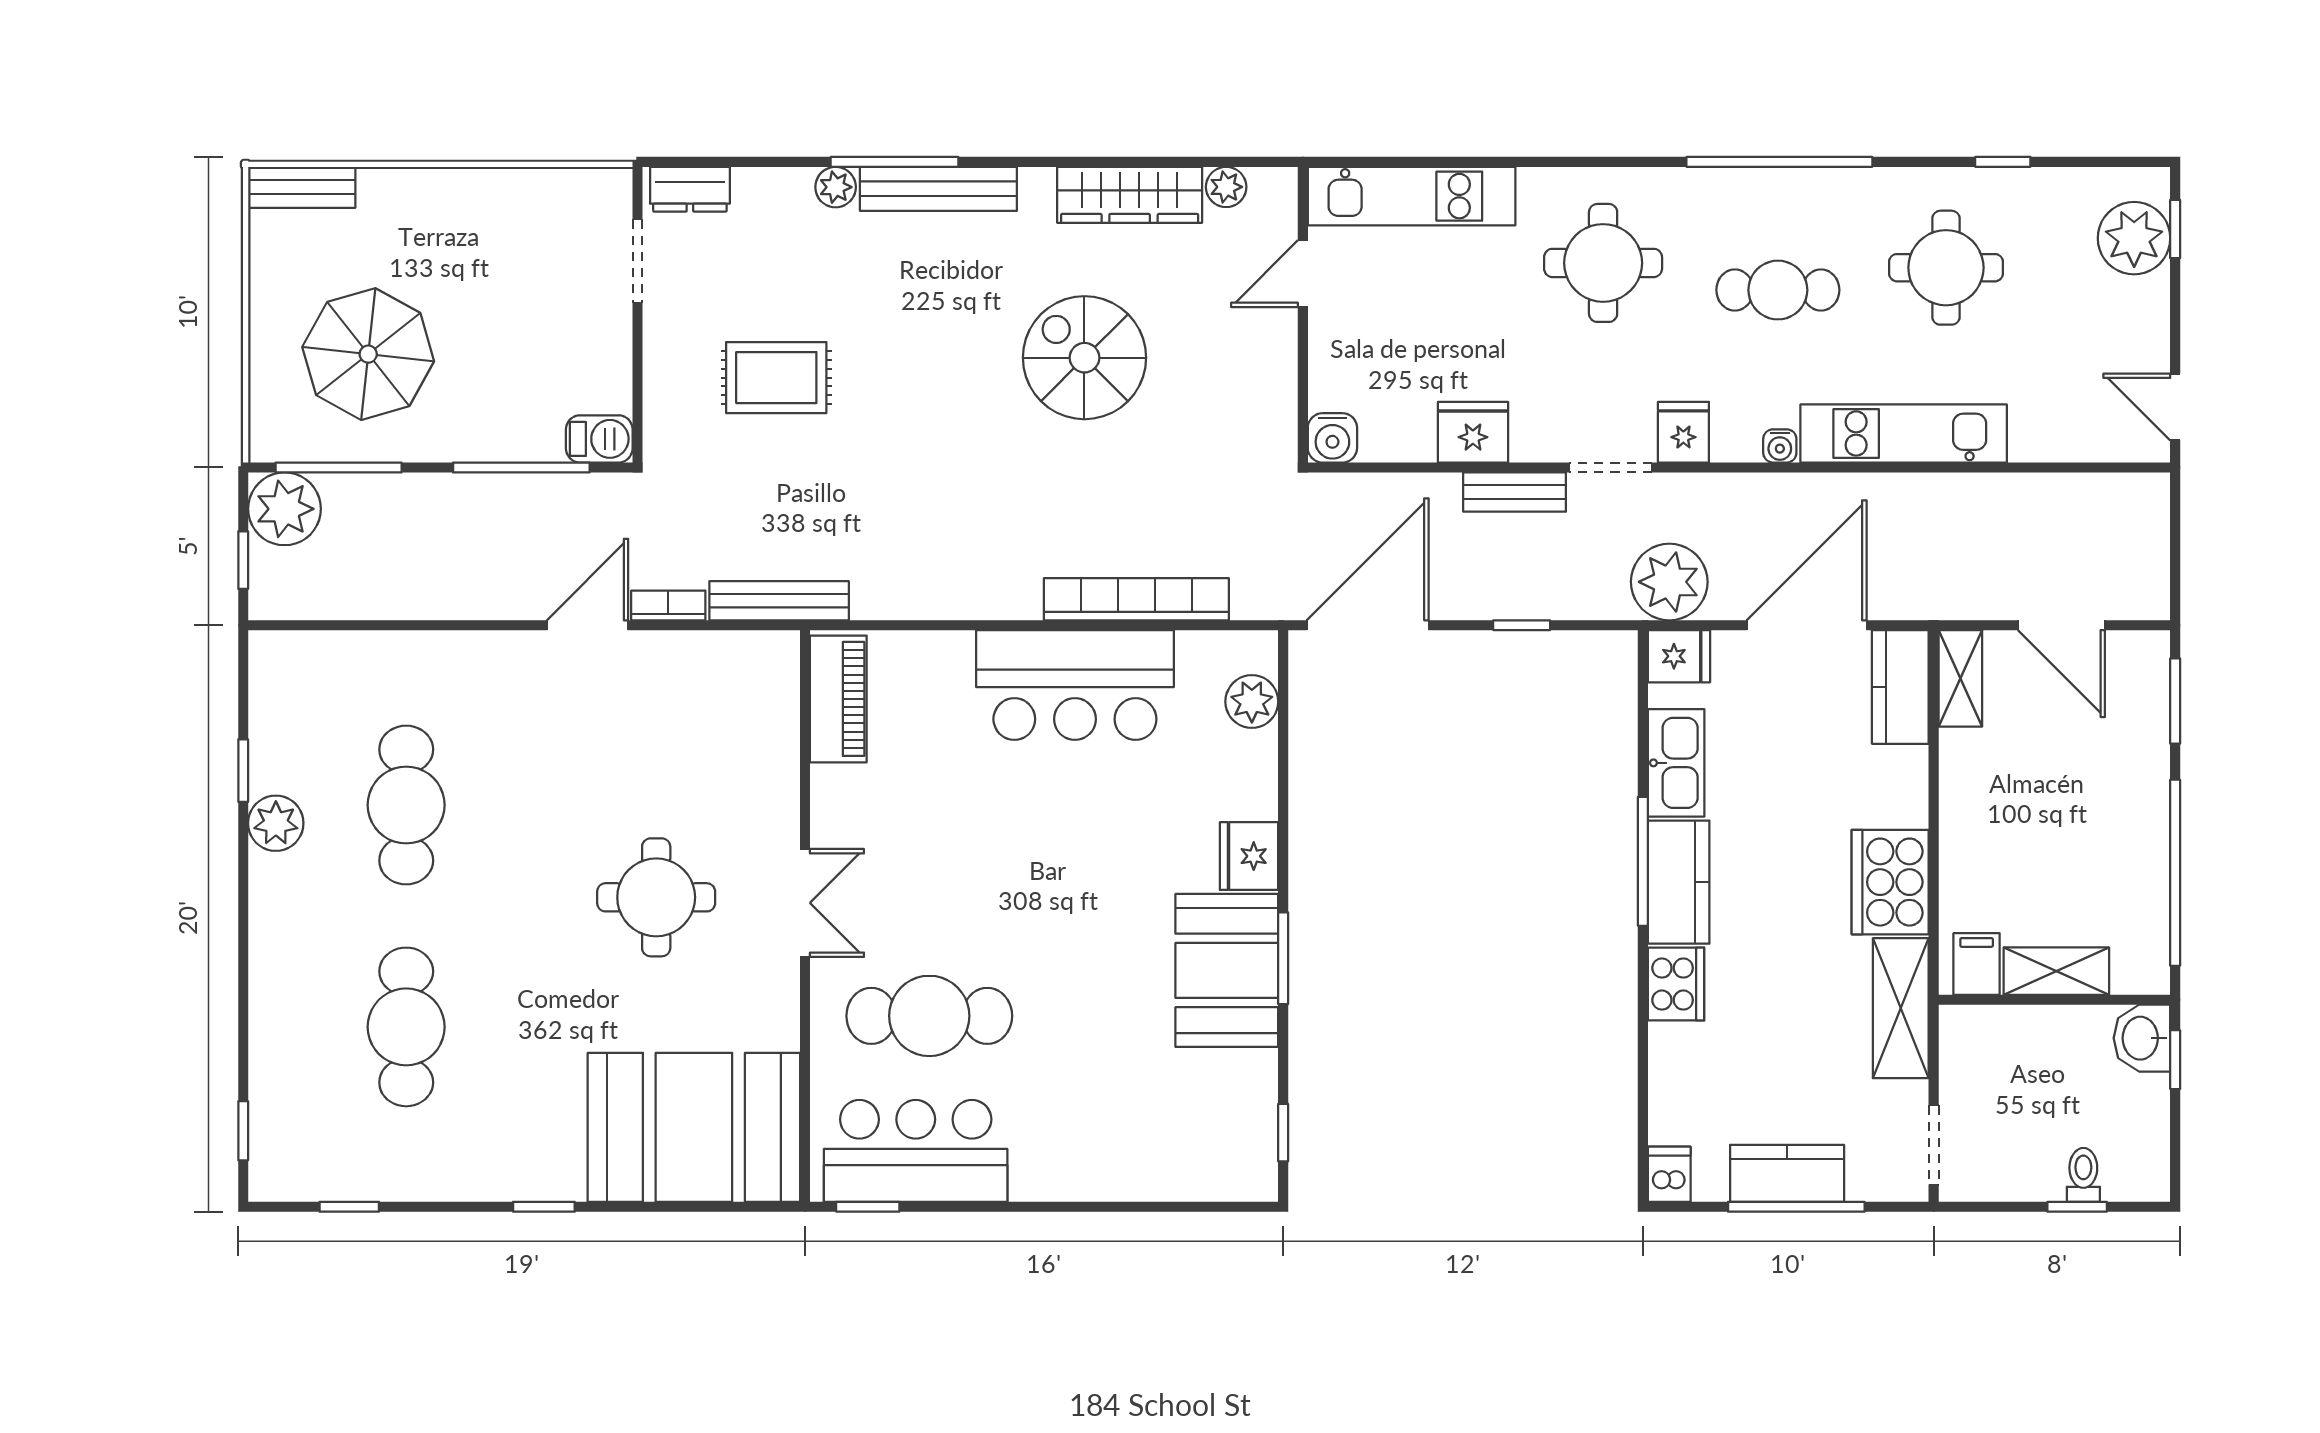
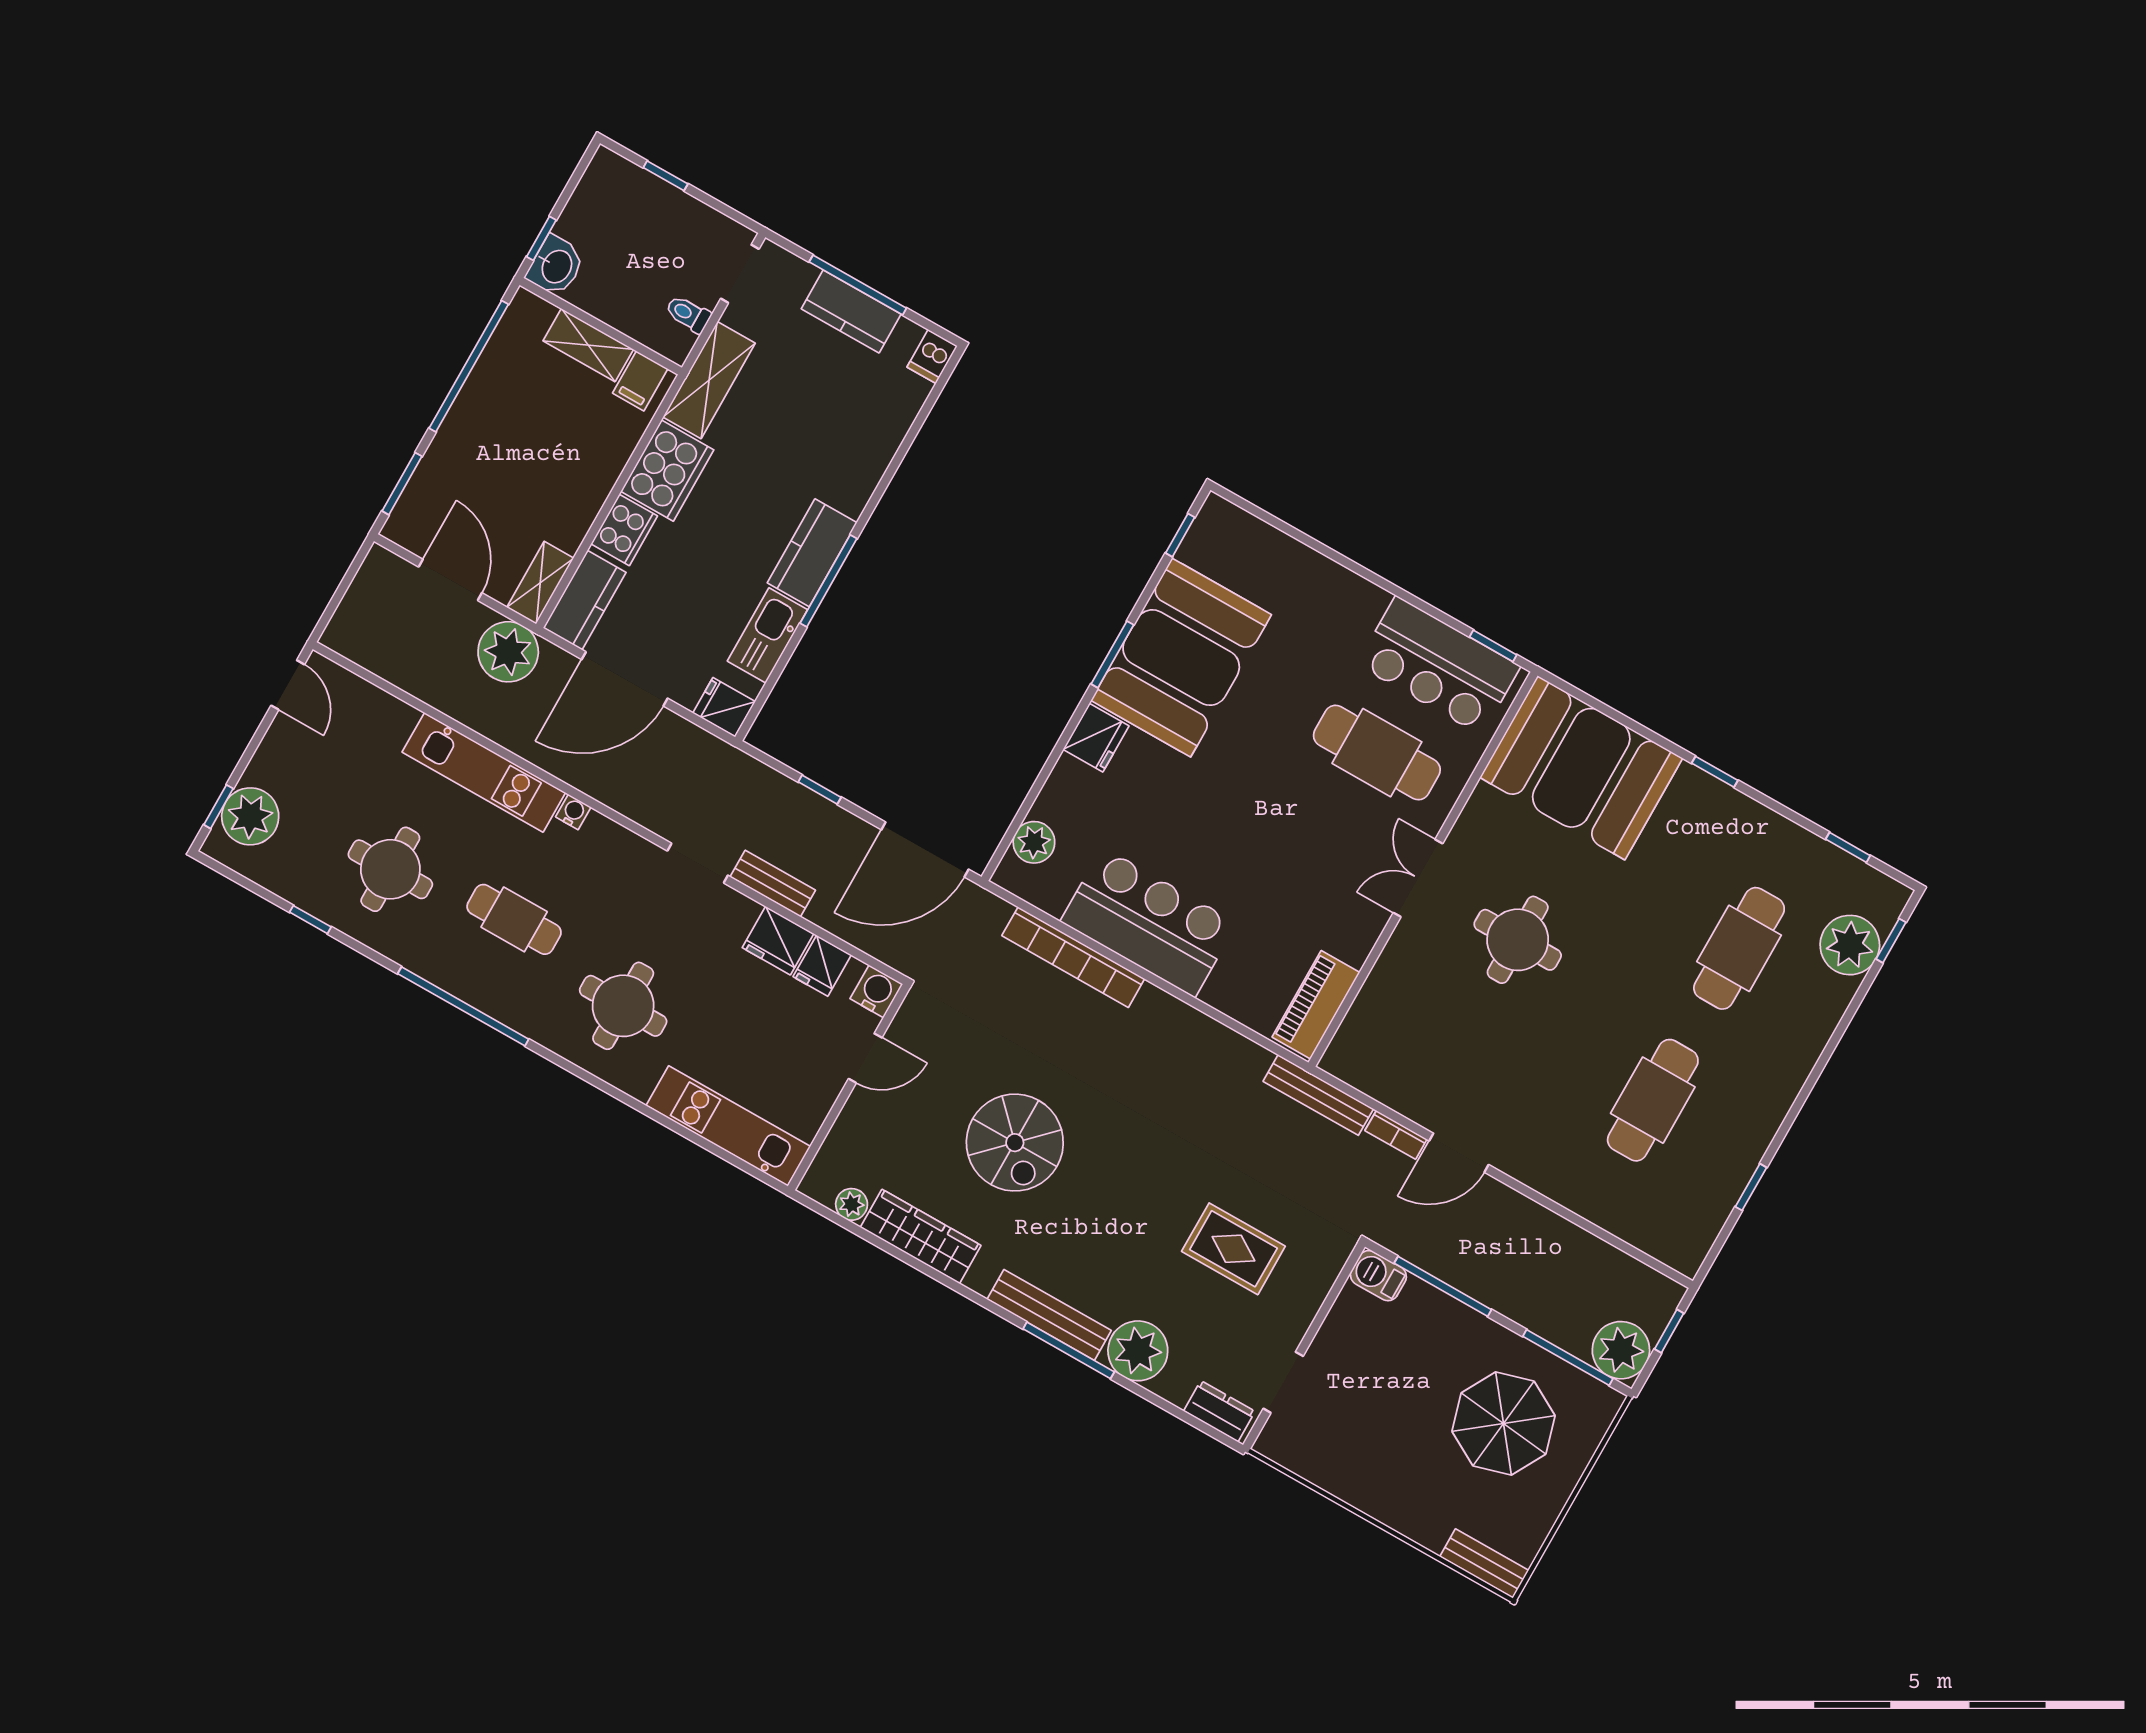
plant: (836, 187) -> (1138, 1351), width x1.88, depth x1.88
door: (1303, 274) -> (865, 1058), moved
fridge: (1683, 432) -> (822, 966), moved
plant: (1669, 582) -> (508, 652), moved
plant: (276, 823) -> (1850, 945), moved, width x1.36, depth x1.36
booth: (1227, 970) -> (1181, 658), width x1.36, depth x1.42
cooker: (1676, 984) -> (624, 530), moved, turned 180
toilet: (2083, 1175) -> (688, 314), moved, turned 90

